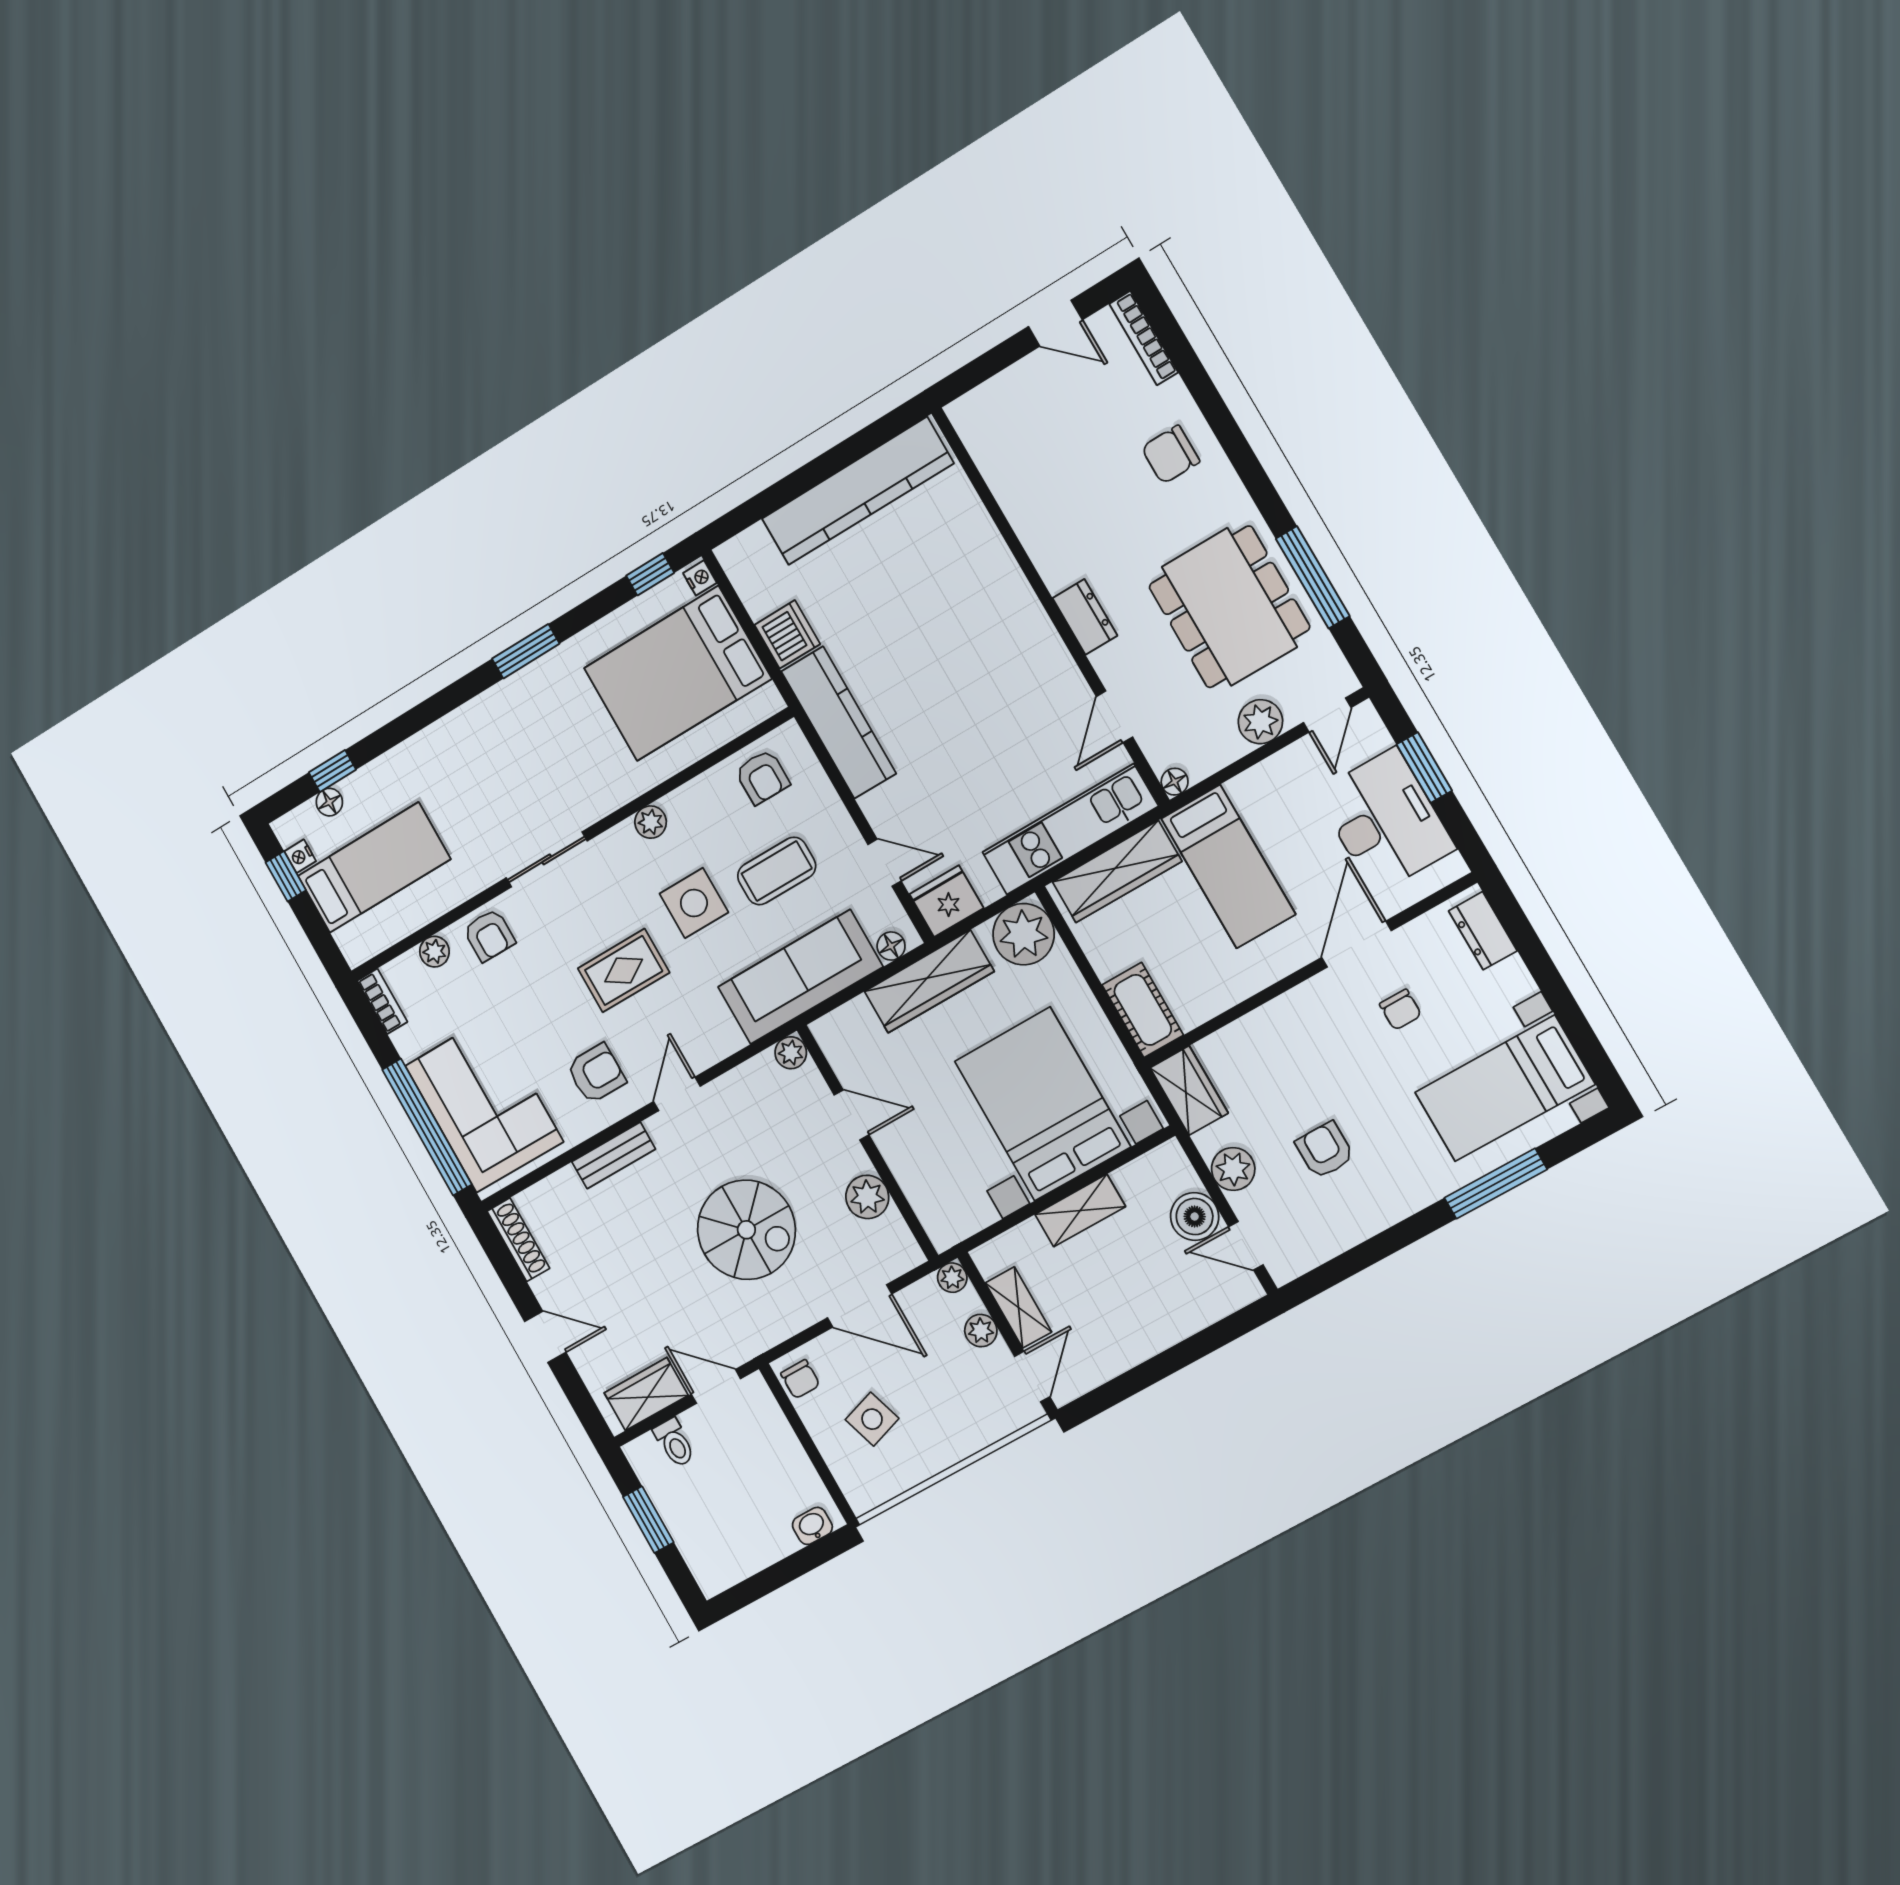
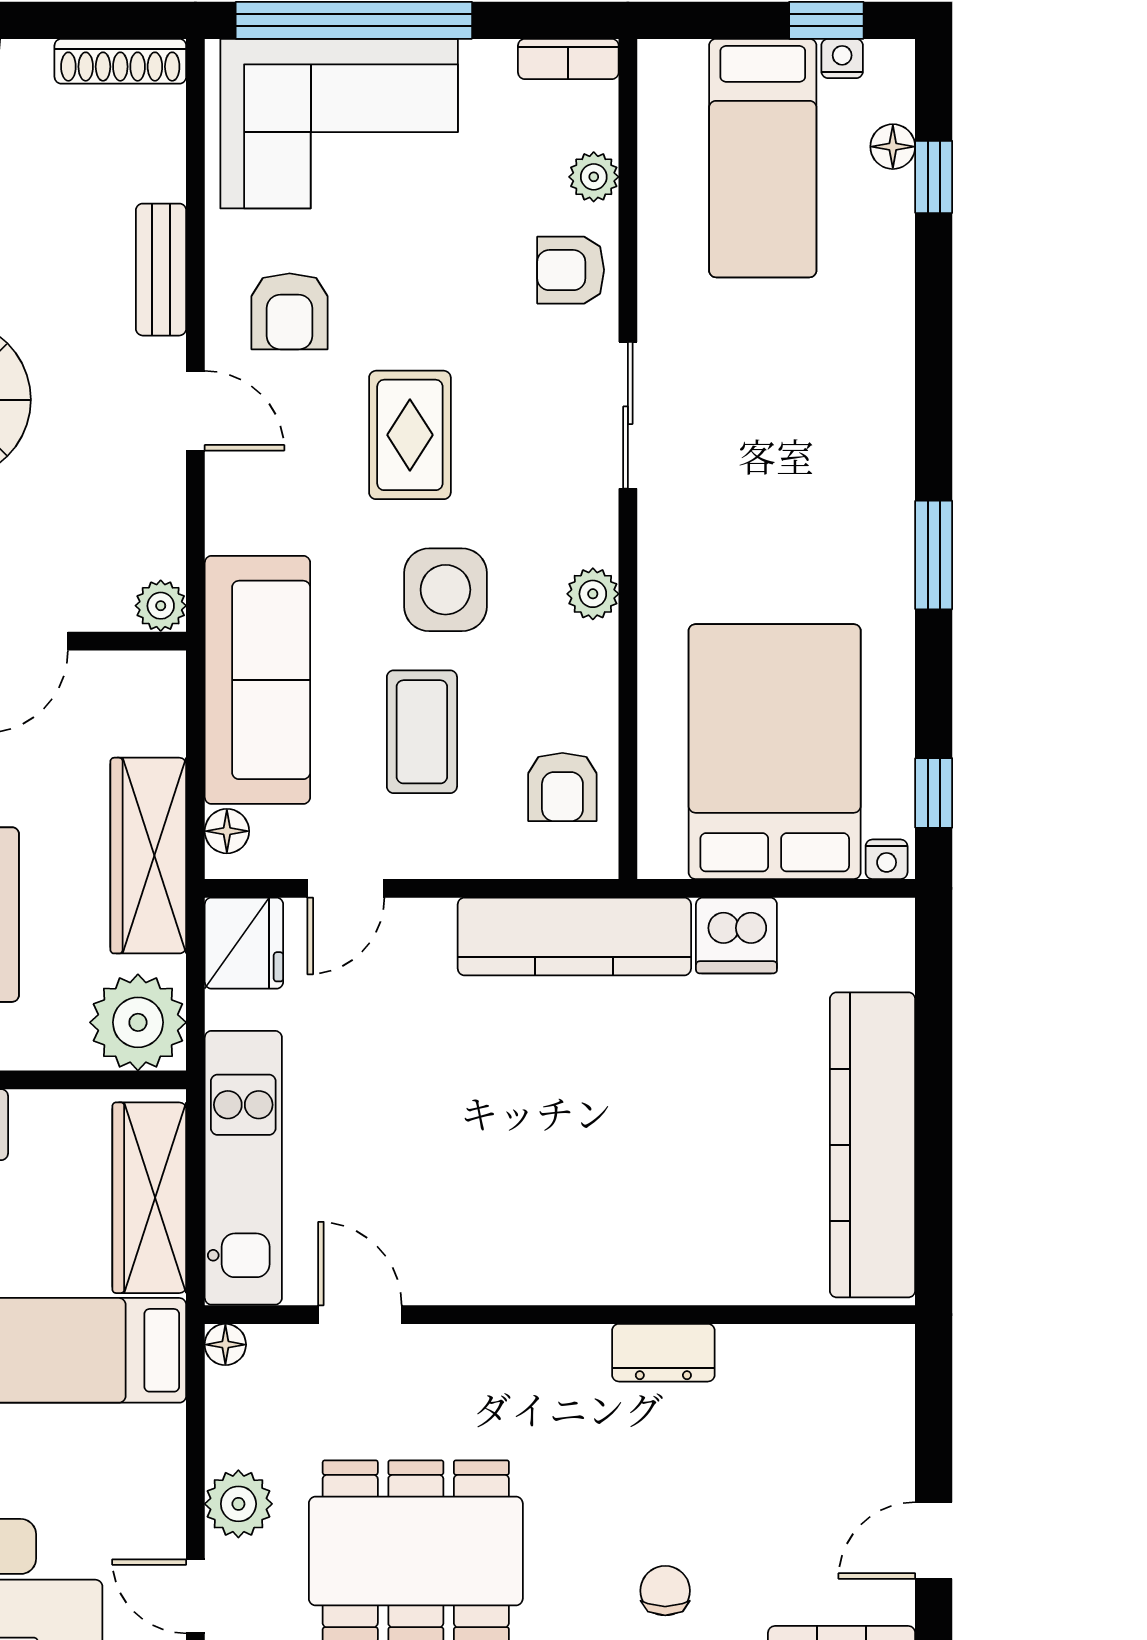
chair: (1171, 455) -> (665, 1591), width x0.73, depth x0.73
dresser: (1085, 617) -> (663, 1353), moved
armchair: (762, 777) -> (562, 787), turned -90

